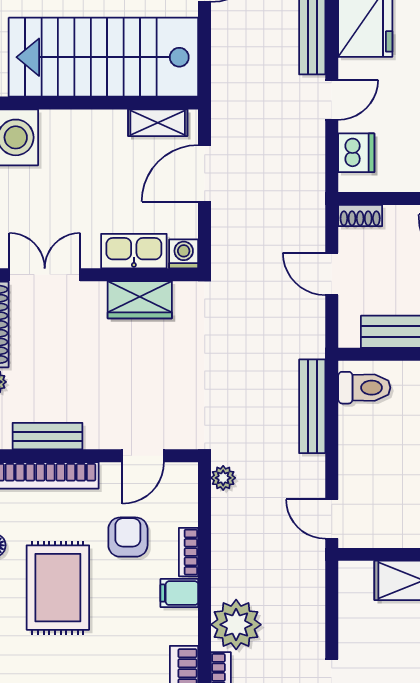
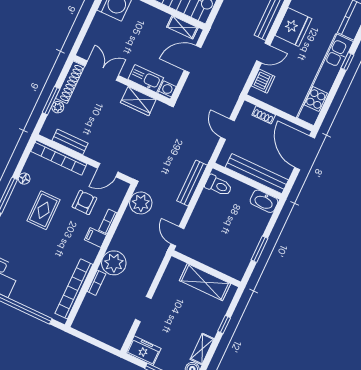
shoe rack: (360, 215) -> (264, 115), moved
plant: (223, 478) -> (141, 203), width x1.87, depth x1.87
rug: (58, 588) -> (43, 210), width x0.73, depth x0.70

